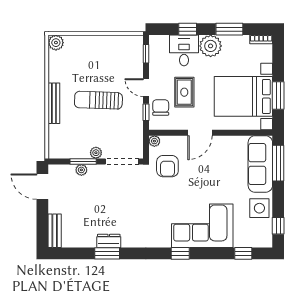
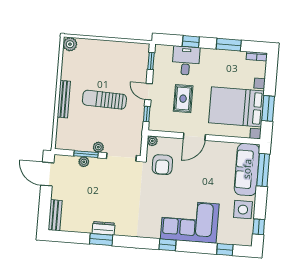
plant: (211, 46) -> (210, 58), removed
chair: (161, 107) -> (160, 111), removed

